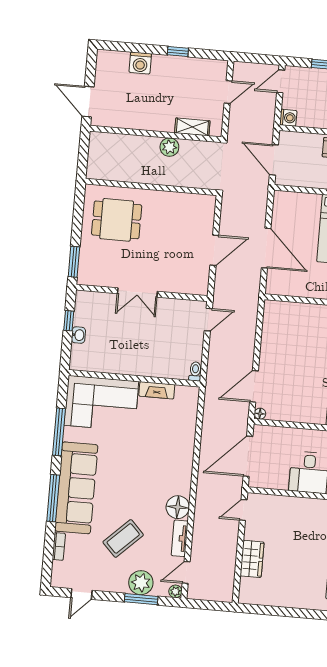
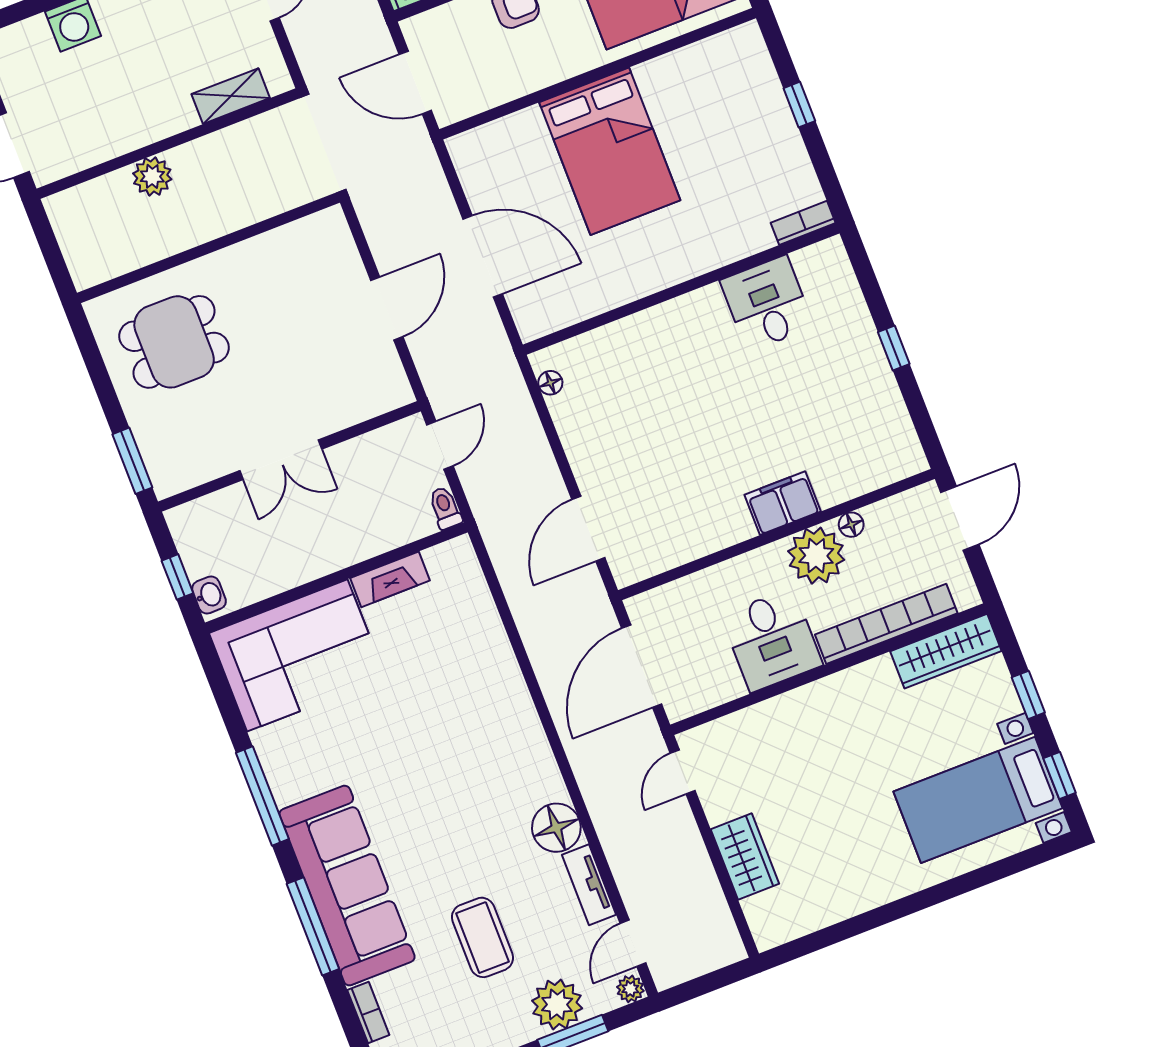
plant: (169, 147) -> (152, 176), moved
toilet: (195, 371) -> (445, 508), moved
wall: (134, 378) -> (336, 578), moved
fireplace: (157, 390) -> (390, 579), moved
corner sofa: (101, 403) -> (297, 655), moved
floor lamp: (260, 414) -> (550, 383), moved
coffee table: (123, 538) -> (482, 937), turned -46

